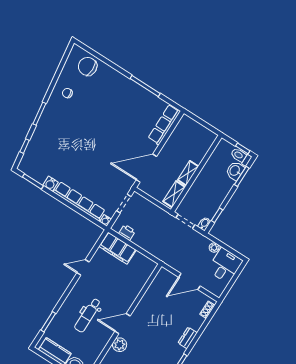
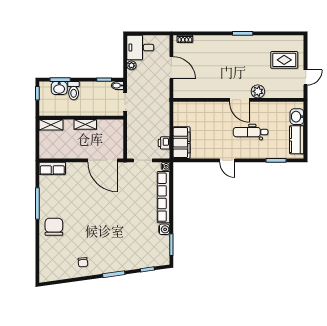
chair: (88, 66) -> (54, 227), moved, turned 180
row of seats: (164, 125) -> (52, 168), width x0.68
toilet: (241, 156) -> (74, 91), moved
shelving: (174, 194) -> (51, 125), moved
door: (83, 267) -> (227, 160), moved
dental chair: (88, 315) -> (251, 132), turned 180
dresser: (188, 338) -> (217, 40), removed

